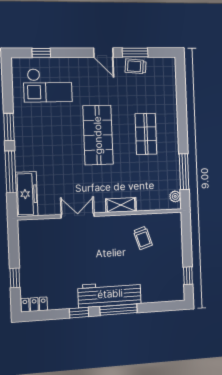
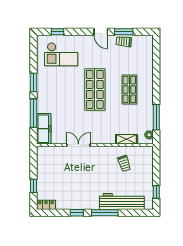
shelving: (121, 205) -> (126, 139), moved
workbench: (110, 294) -> (122, 202), moved

